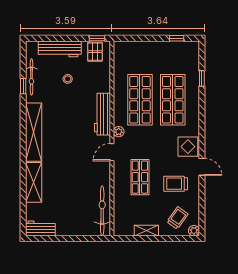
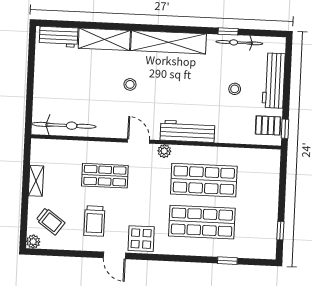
stool: (68, 161) -> (130, 84), added
door: (202, 167) -> (114, 255), hinge flipped
trolley: (176, 184) -> (94, 221), turned 180
workbench: (40, 228) -> (59, 37), moved, turned 90

